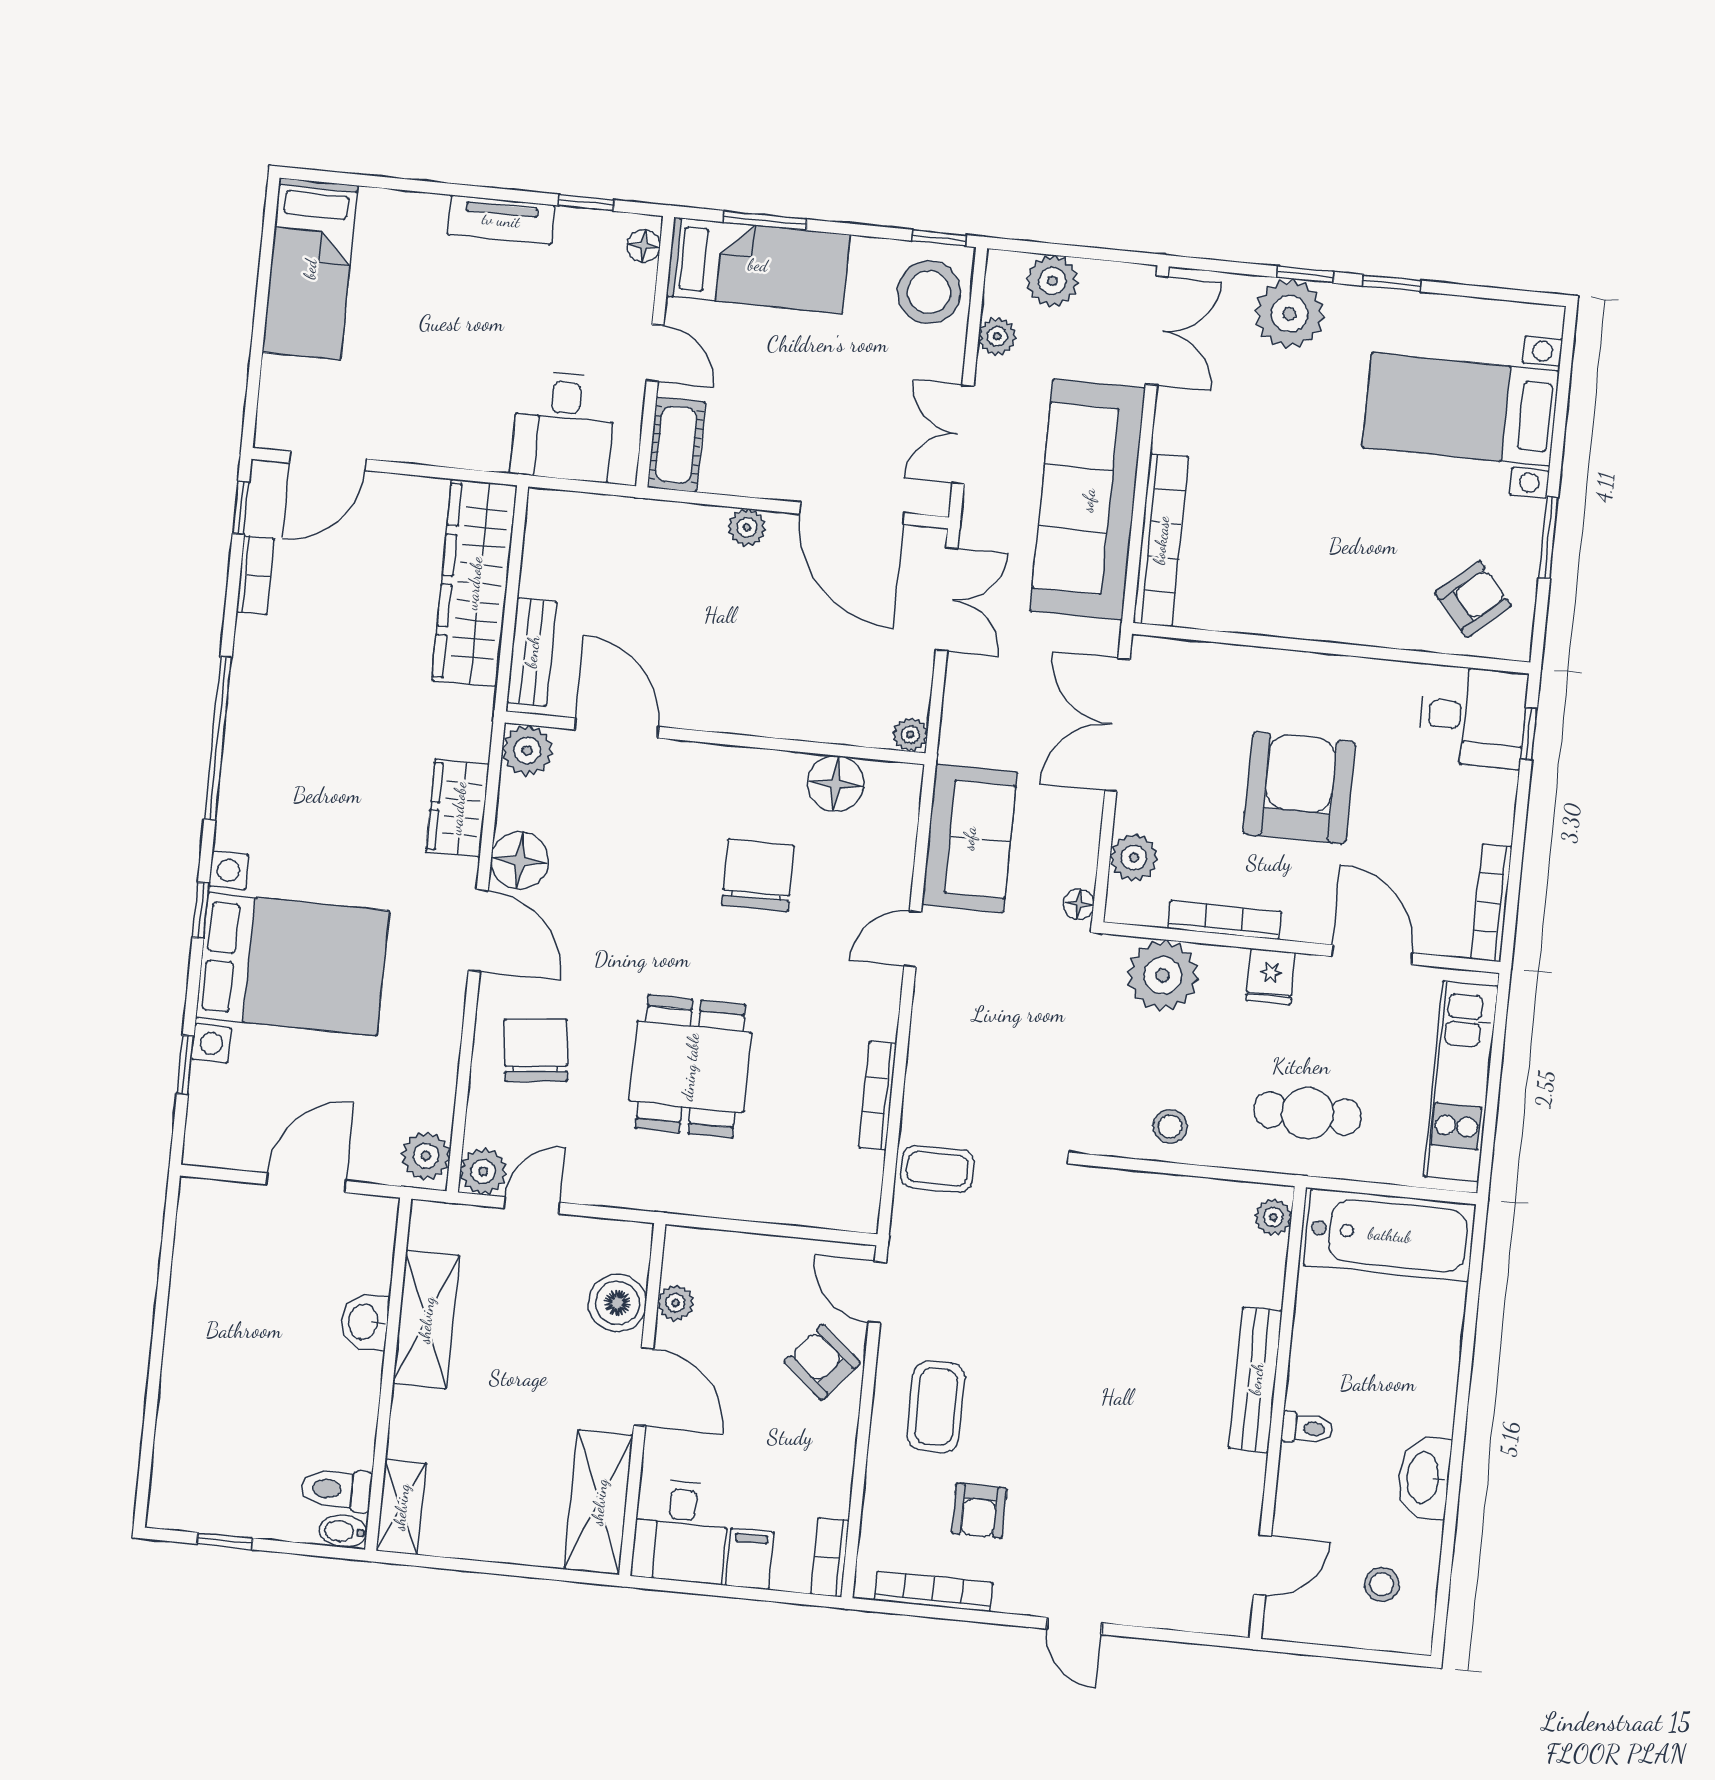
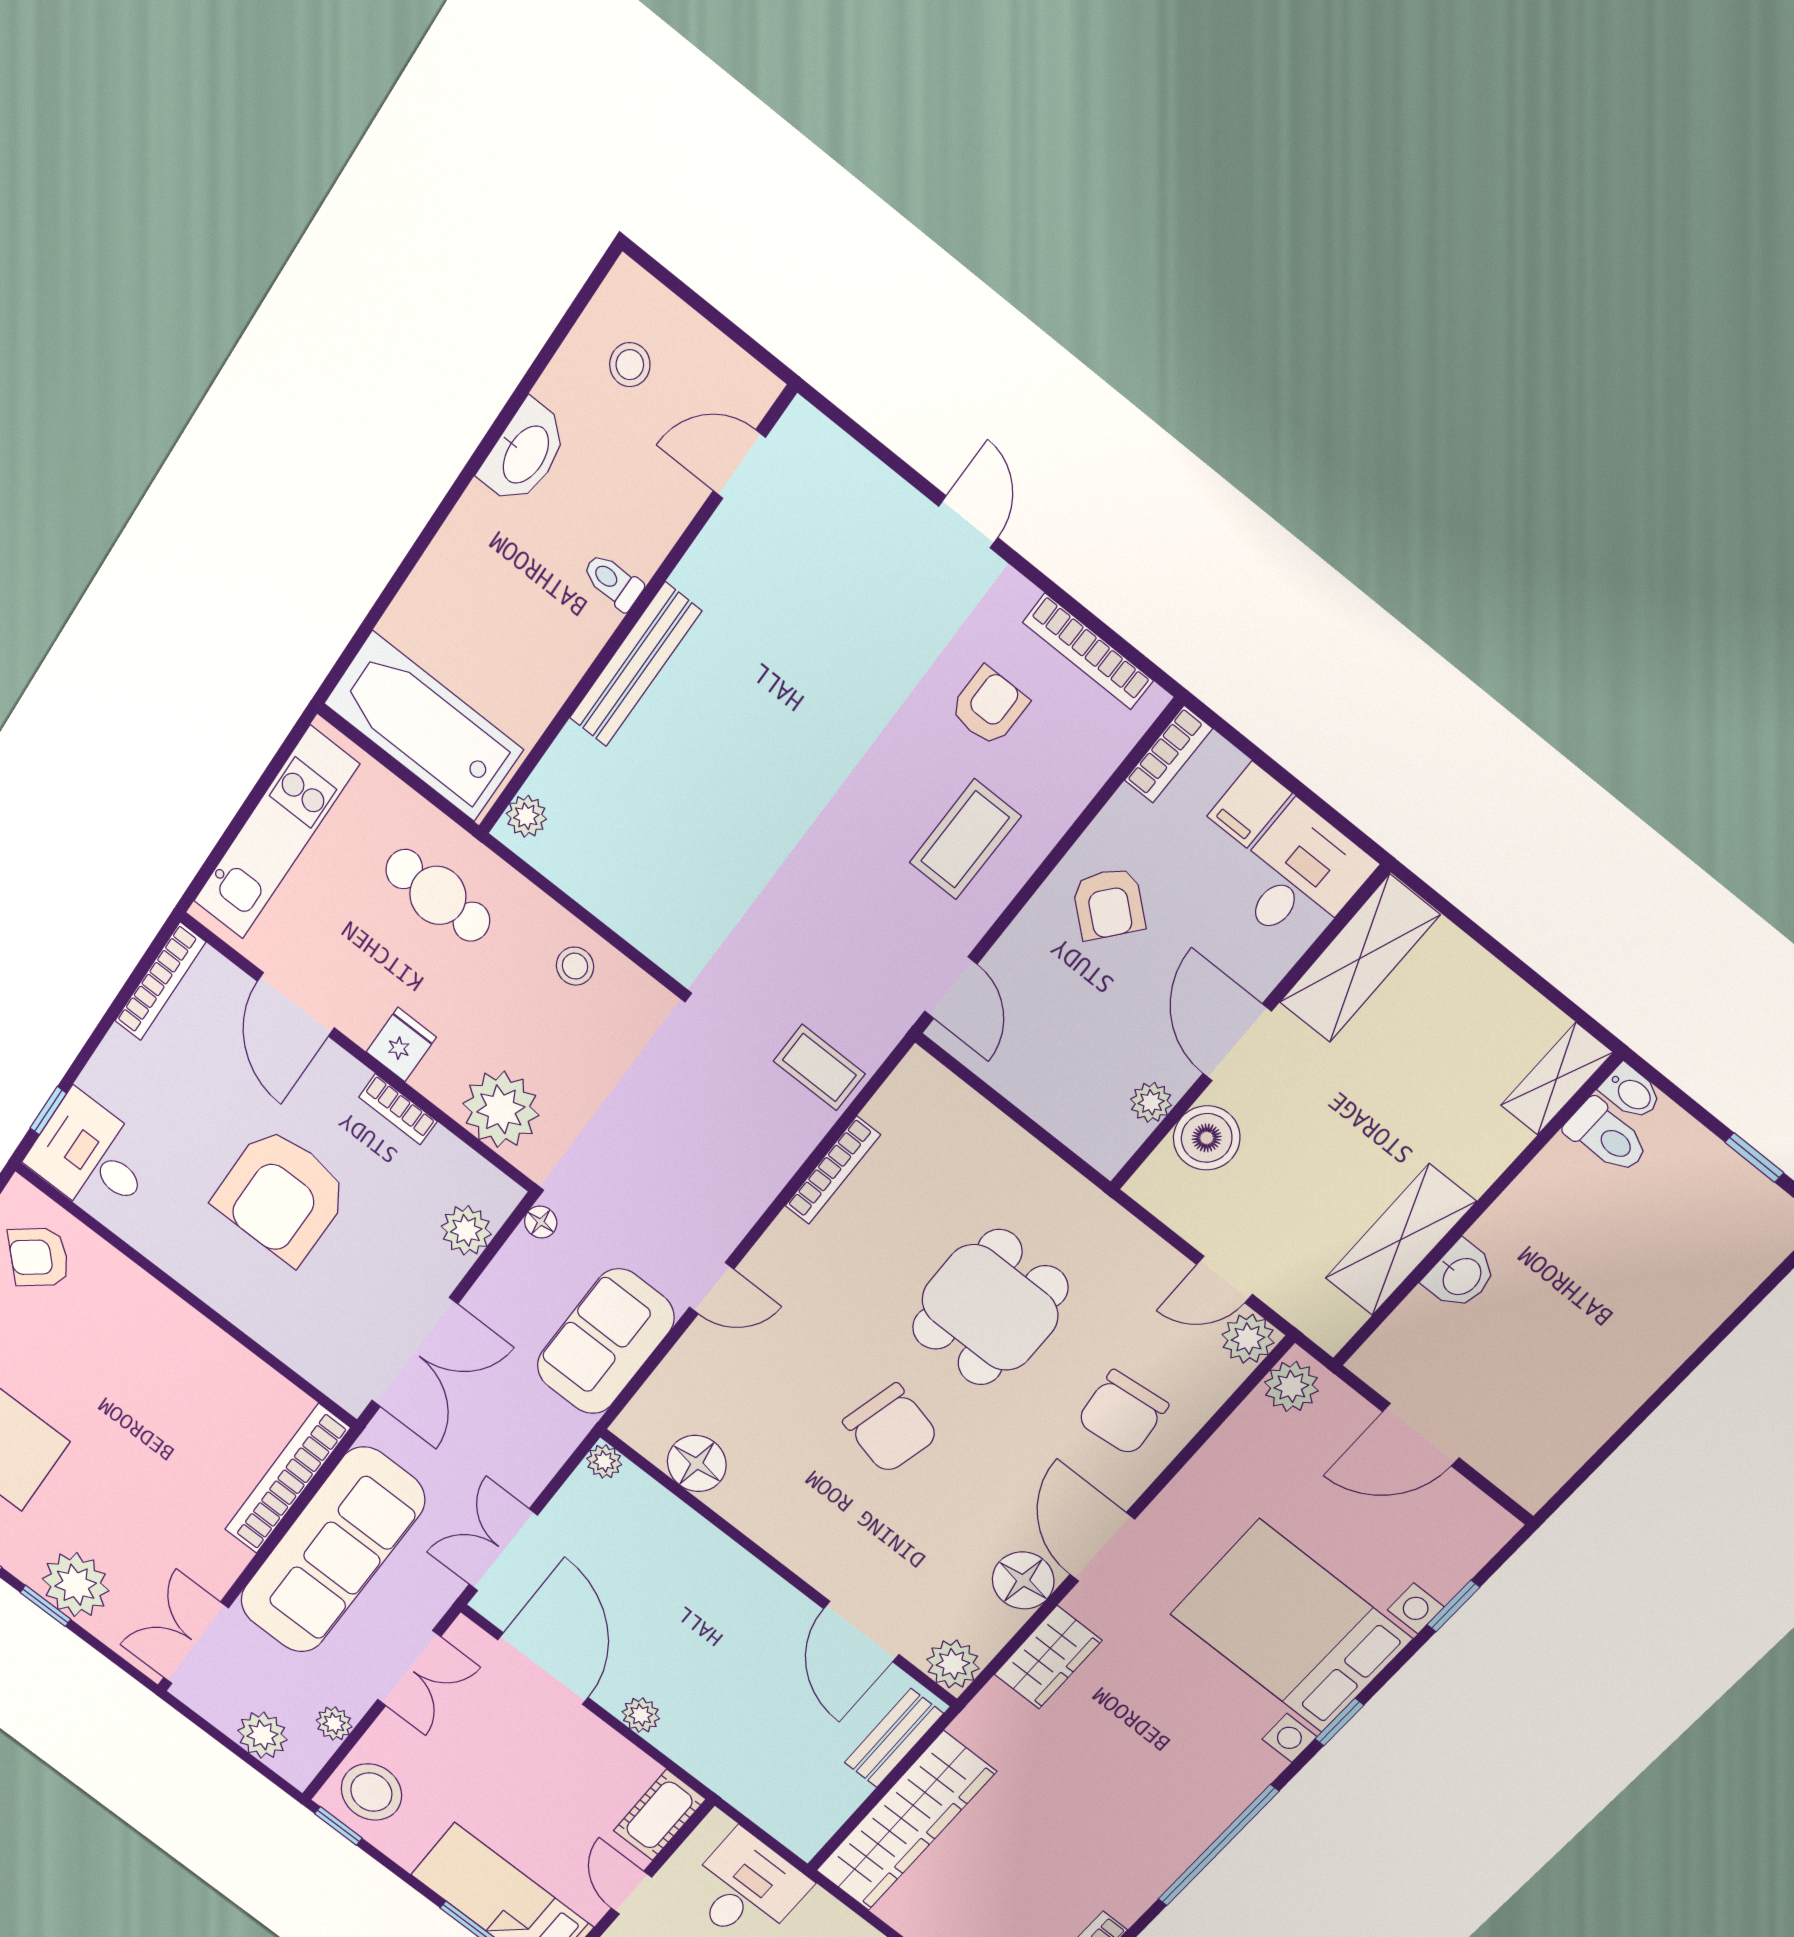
chair: (758, 875) -> (891, 1429), moved, turned -76
bookcase: (1224, 920) -> (398, 1109), width x0.64
armchair: (822, 1362) -> (1109, 904), moved

